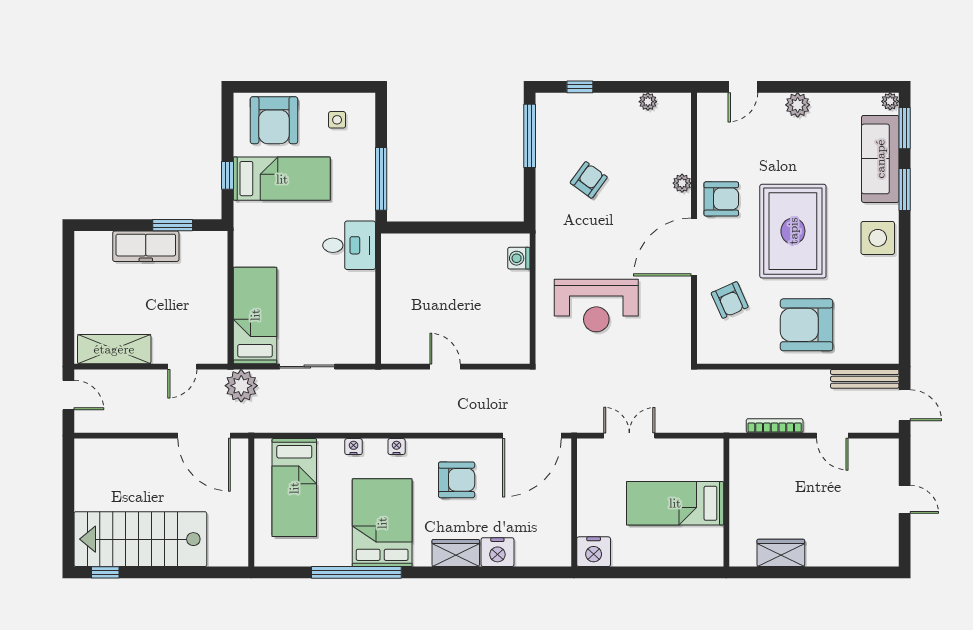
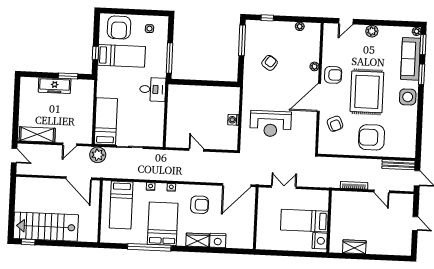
washing machine: (519, 258) -> (233, 120), moved
nightstand: (594, 552) -> (320, 241), moved, turned -90

